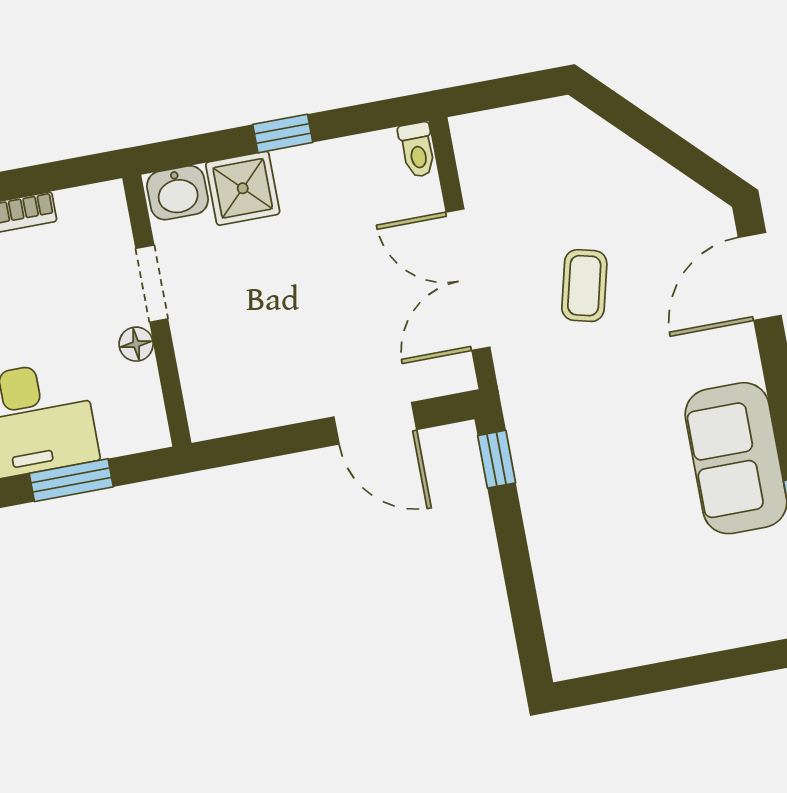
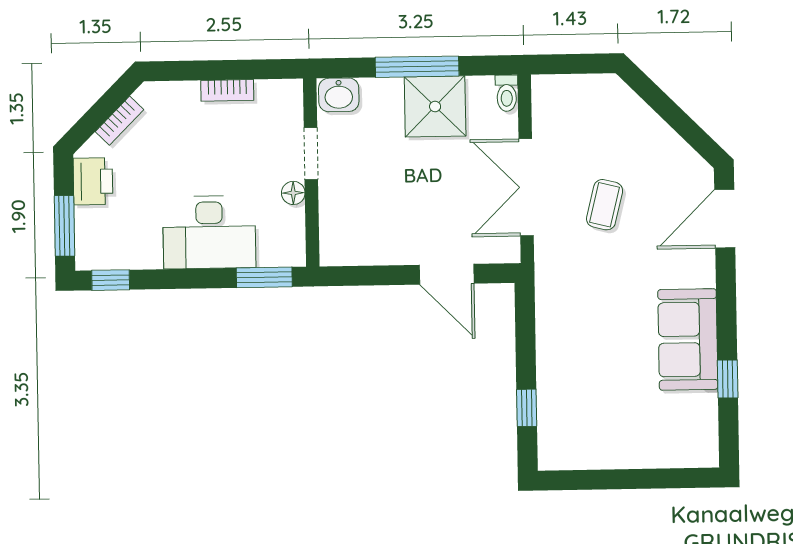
window: (283, 133) -> (417, 67), width x2.17
shower: (243, 188) -> (435, 106), moved, width x1.36, depth x1.36
window: (497, 459) -> (527, 408), moved
window: (71, 480) -> (264, 277), moved

